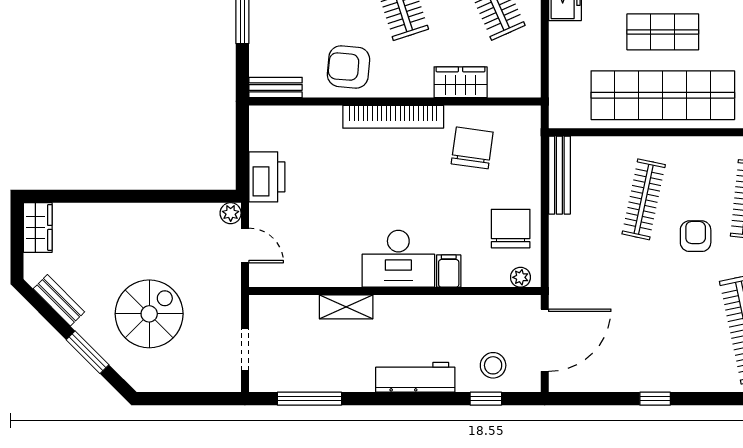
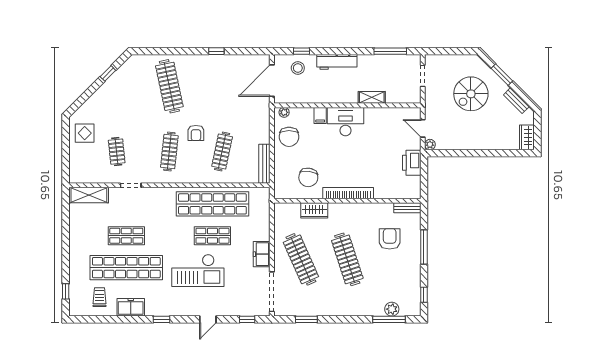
armchair: (348, 67) -> (390, 239), moved, turned -95

